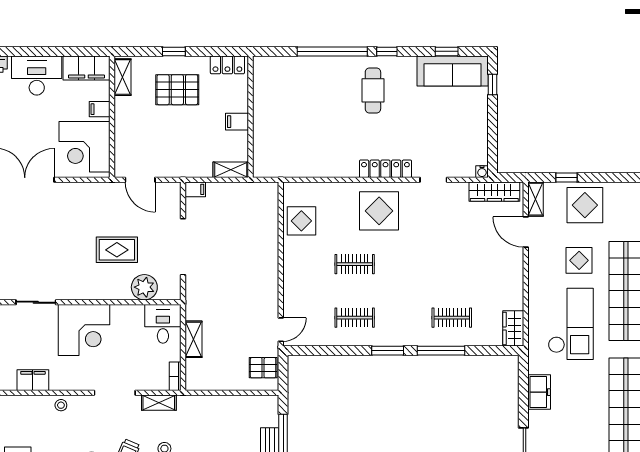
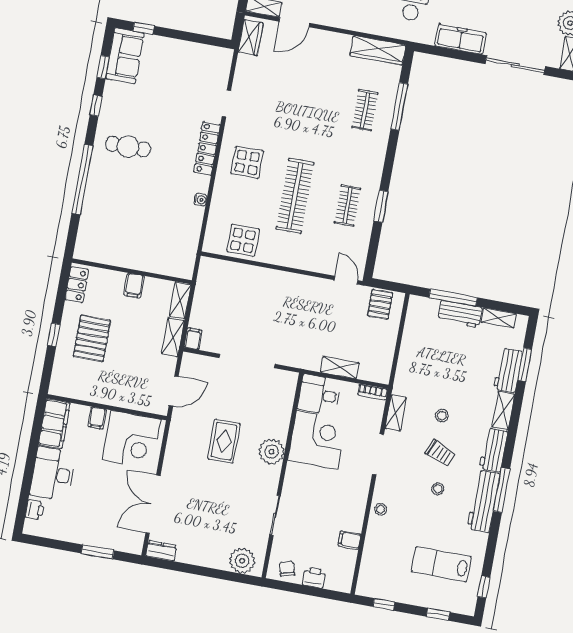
window: (387, 51) -> (96, 106), moved
sofa: (453, 71) -> (125, 56), width x0.73
shelving: (123, 77) -> (173, 337), moved, turned 90
water cooler: (482, 172) -> (201, 200), moved
wardrobe: (494, 192) -> (251, 38), width x0.67
display table: (379, 211) -> (247, 162), width x0.73, depth x0.73
rug: (117, 250) -> (224, 441), moved
clothes rail: (355, 264) -> (295, 196), width x1.86, depth x1.31
plant: (144, 287) -> (272, 452), moved
wardrobe: (513, 328) -> (378, 50), width x1.50
corner desk: (84, 330) -> (317, 440), moved
window: (388, 351) -> (381, 206), moved
window: (441, 351) -> (399, 106), moved
filing cabinet: (33, 380) -> (350, 540), width x0.50
freezer: (539, 392) -> (461, 39), width x1.40

